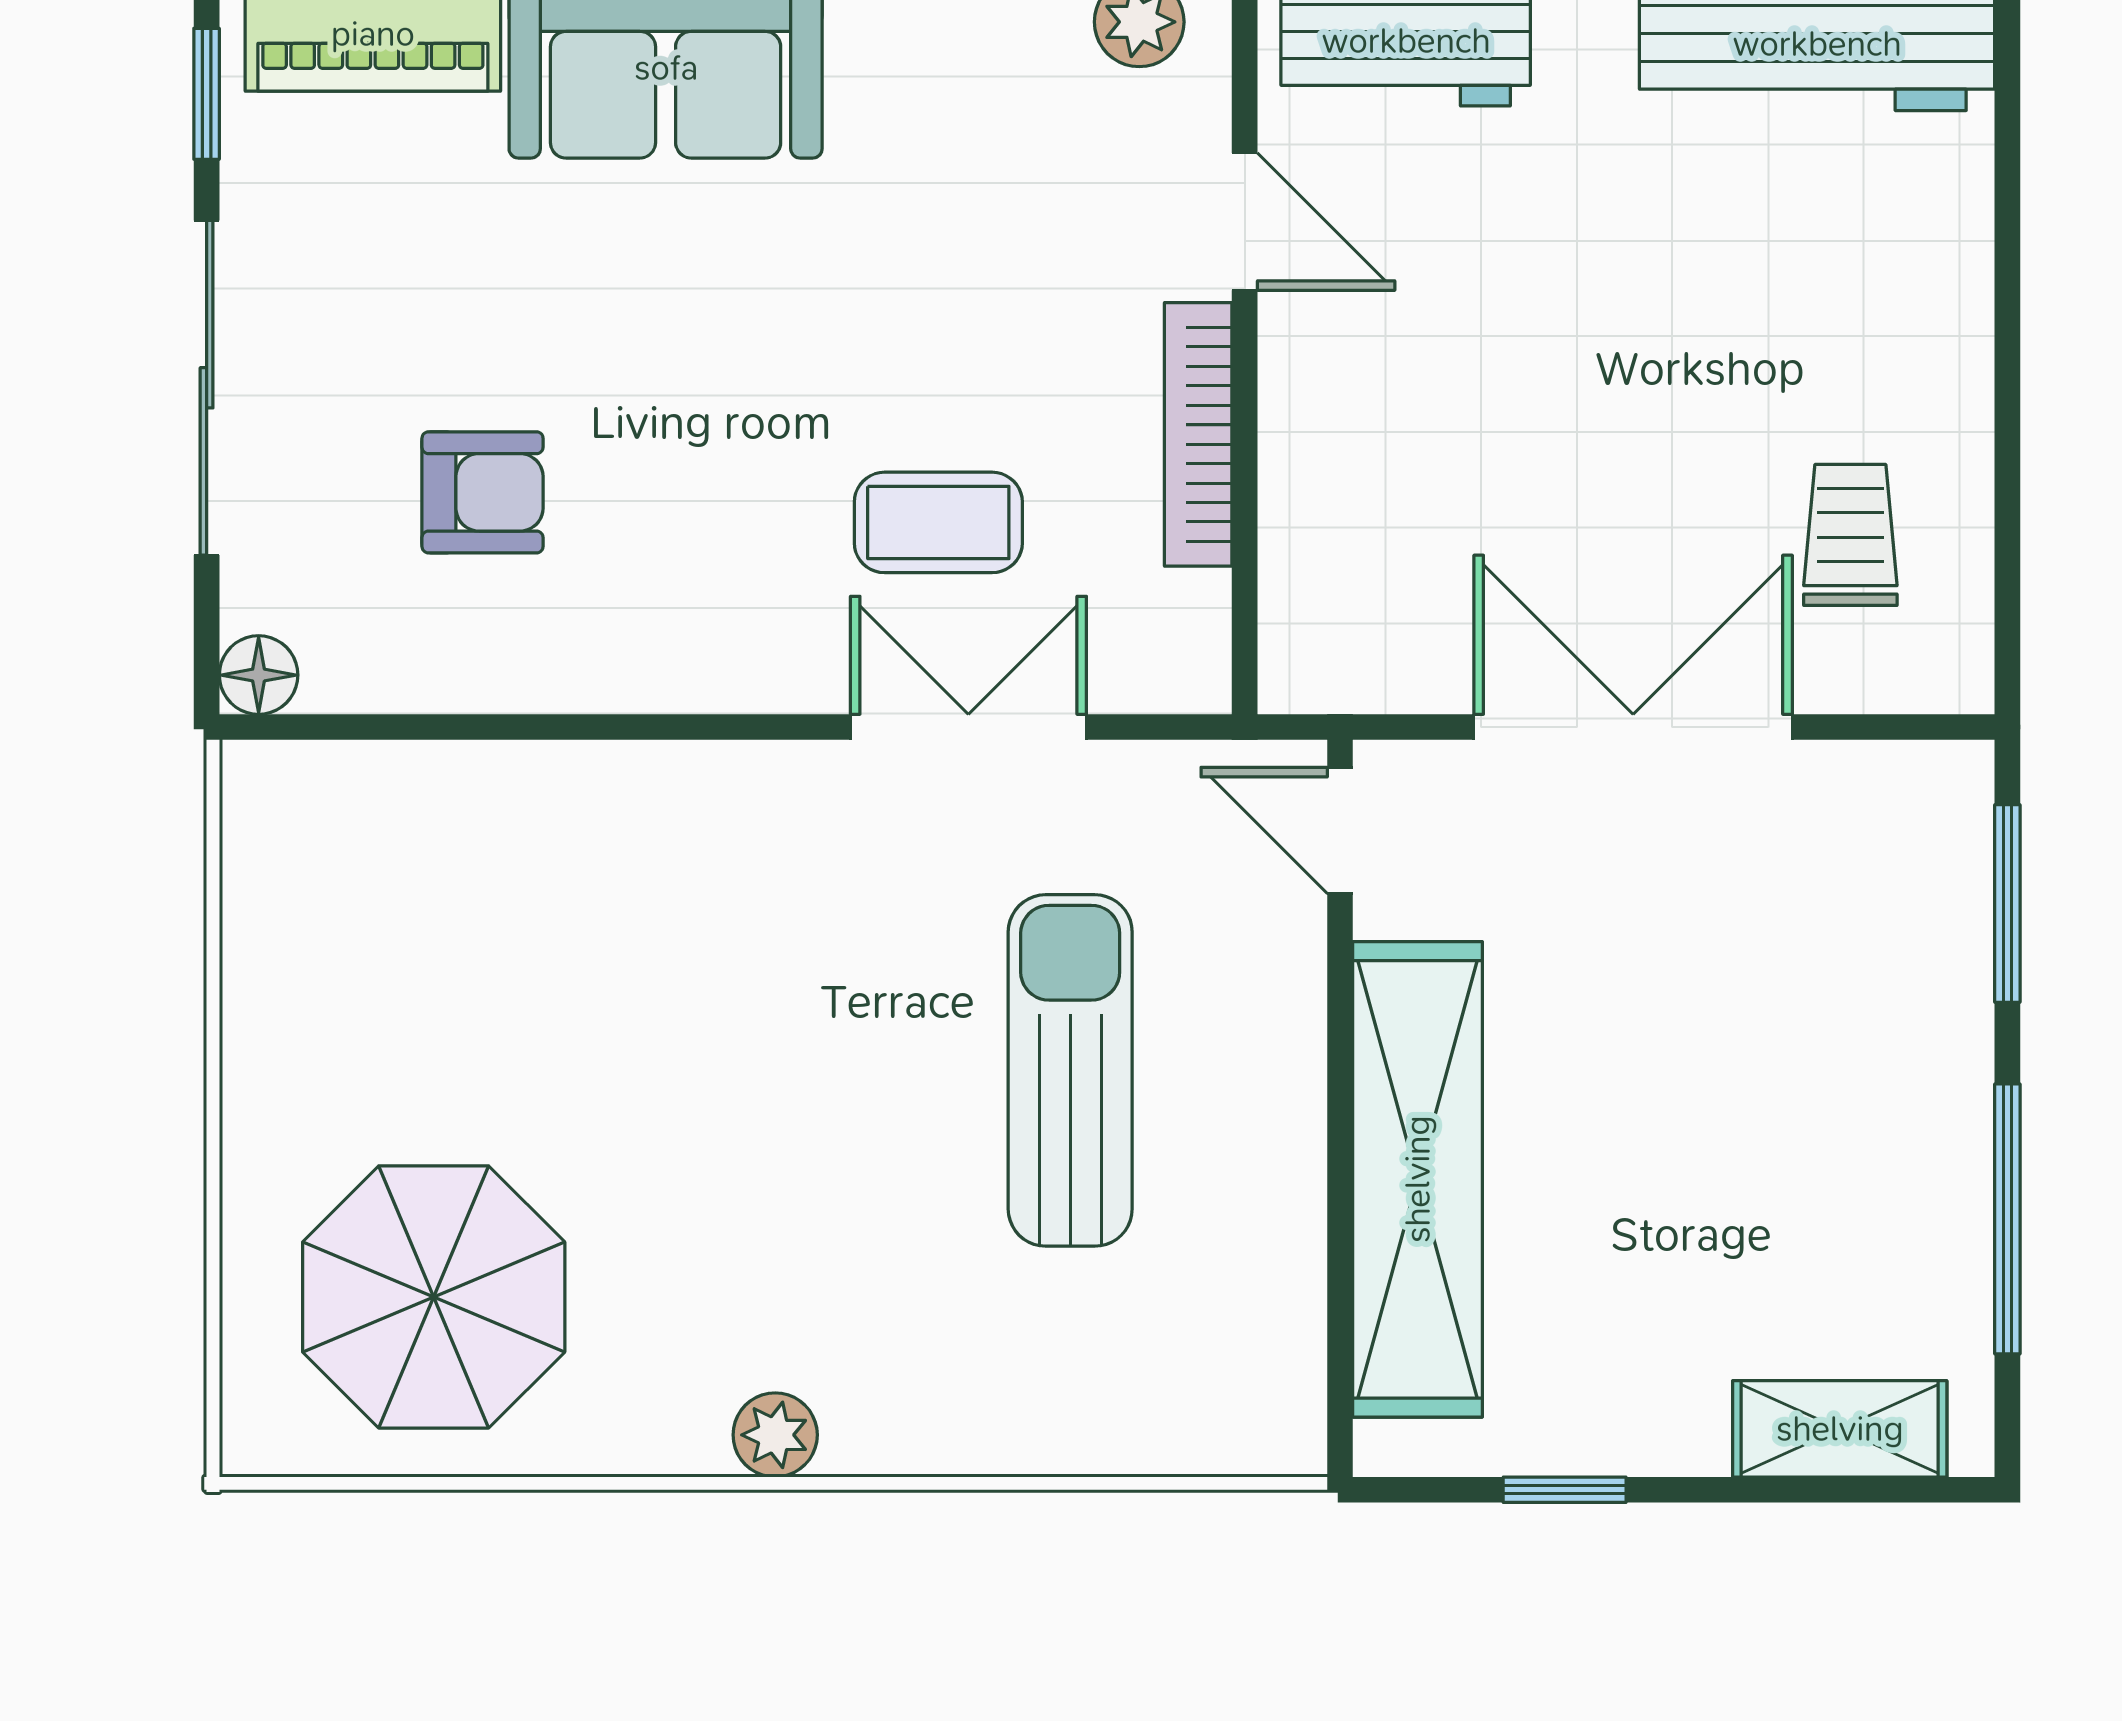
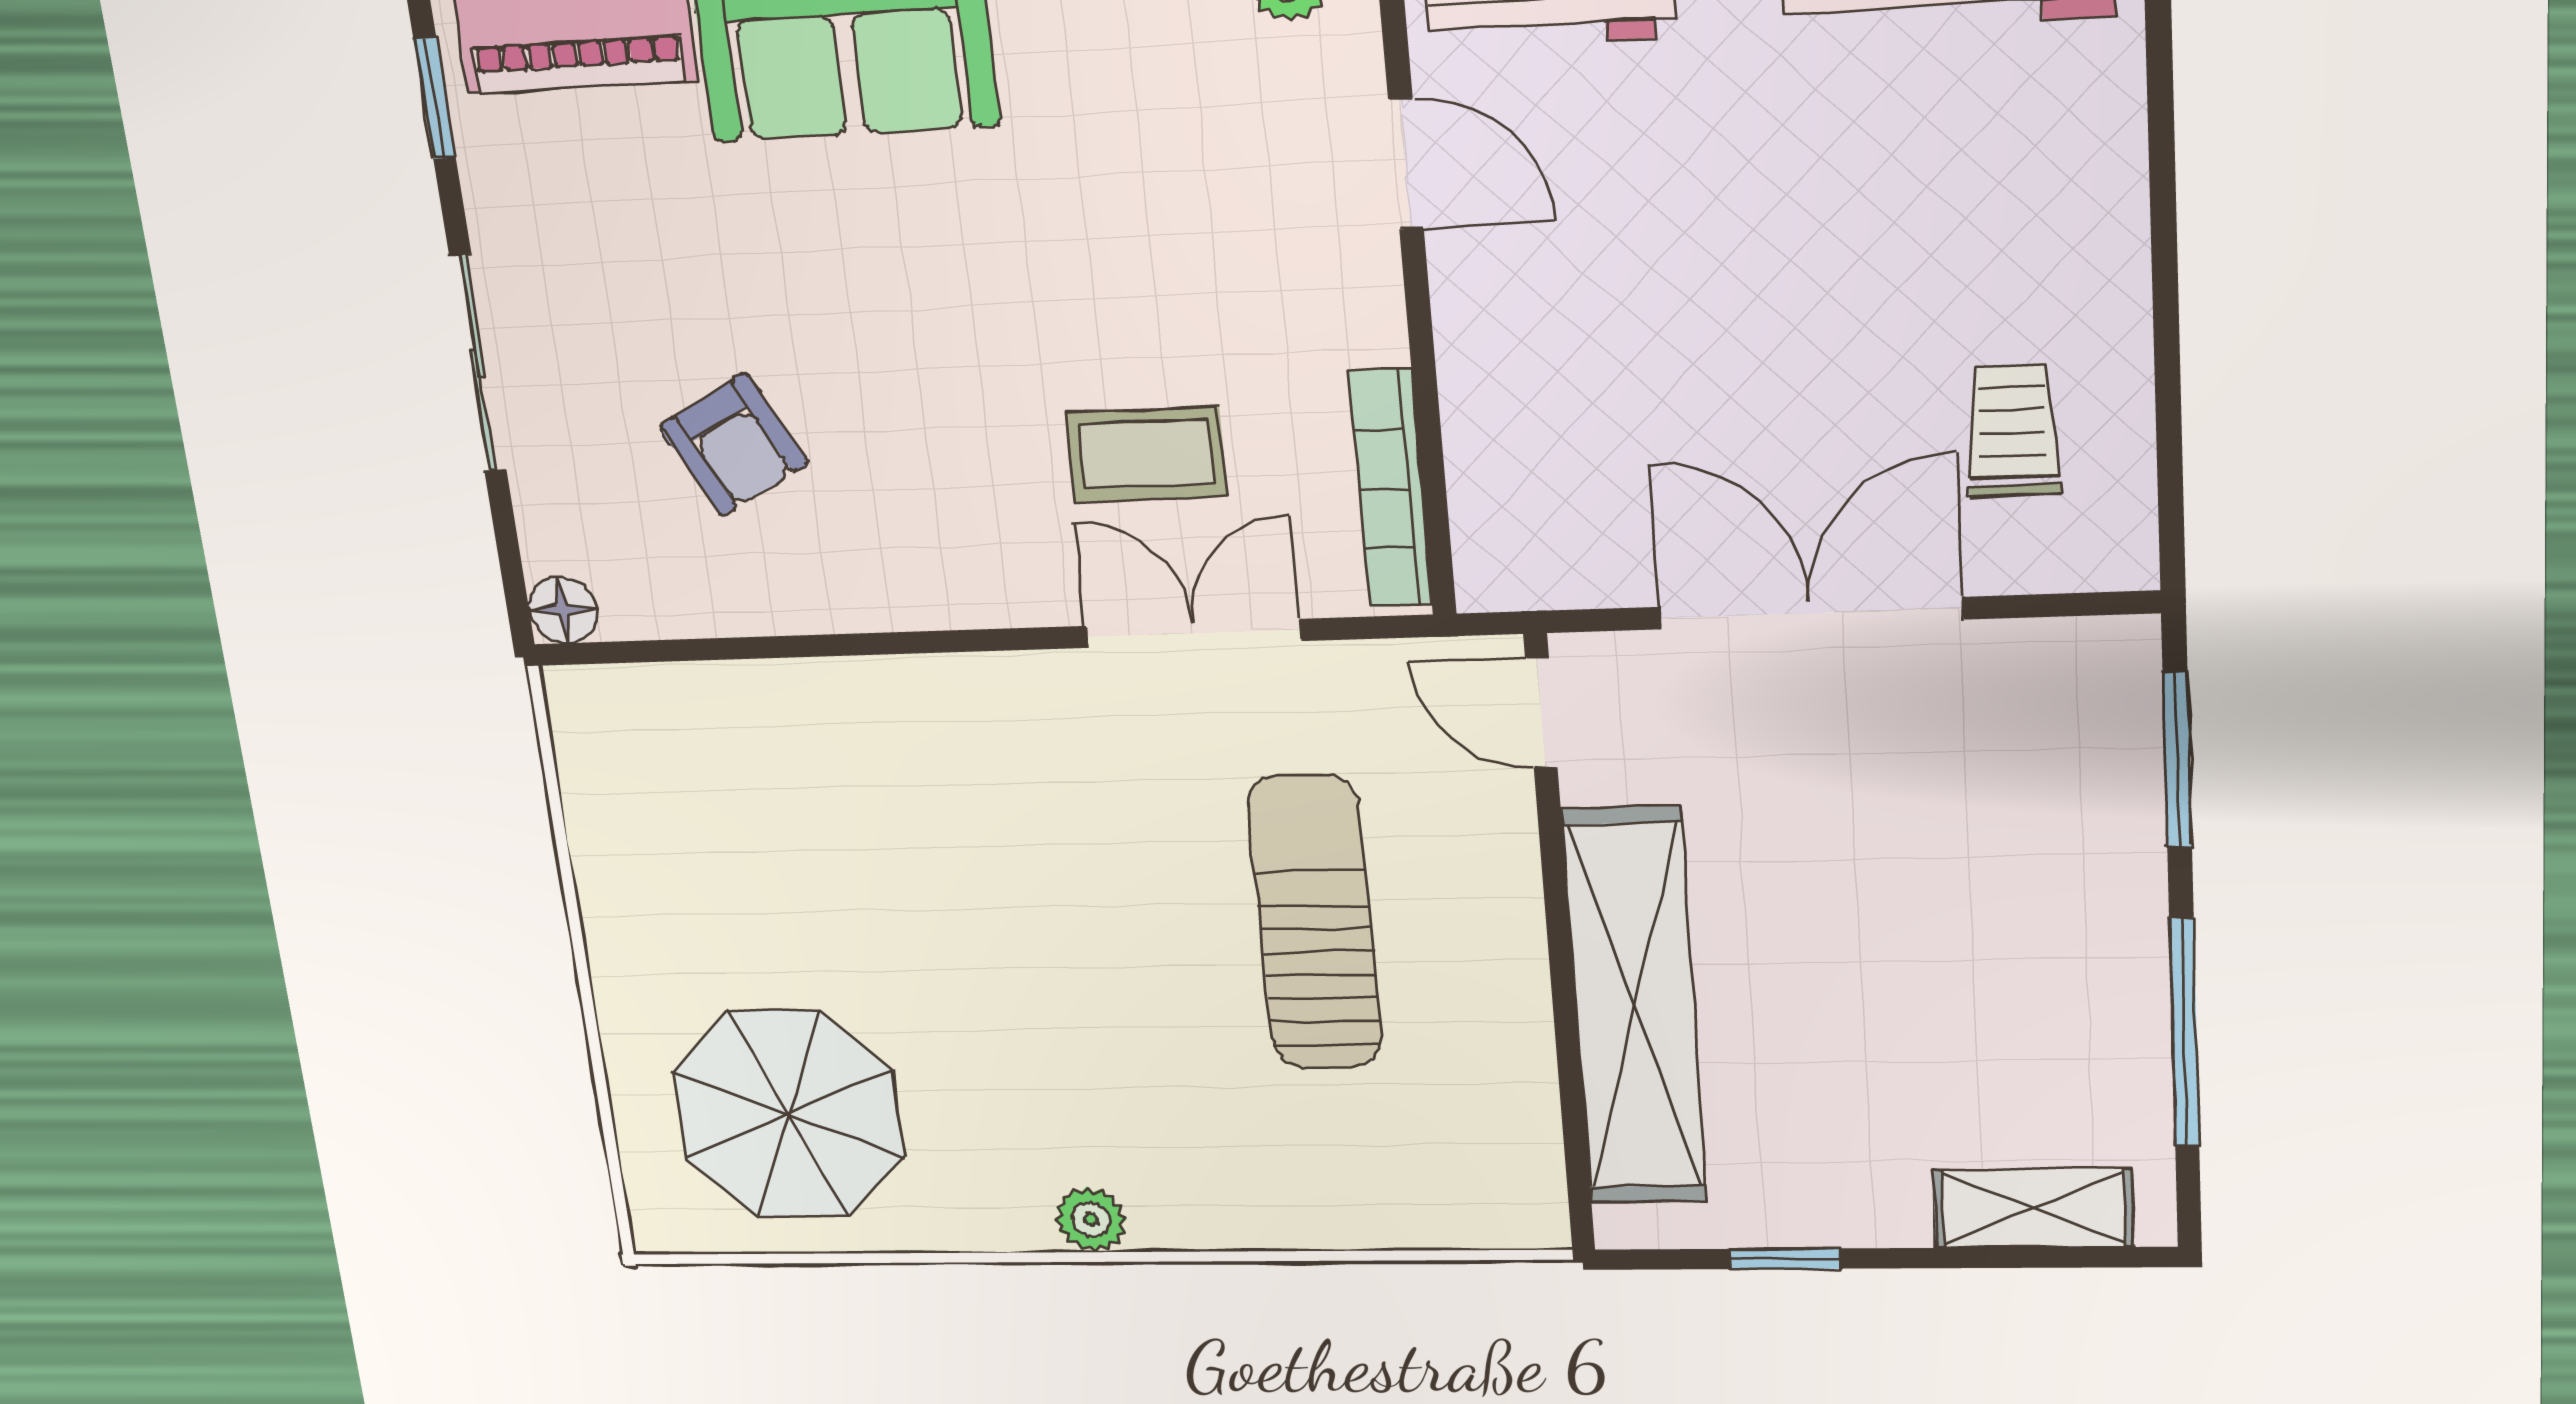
sliding door: (207, 388) -> (478, 363), width x0.73
bookcase: (1198, 434) -> (1391, 489), moved
armchair: (483, 492) -> (734, 445), turned 62

